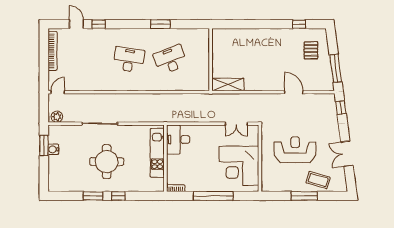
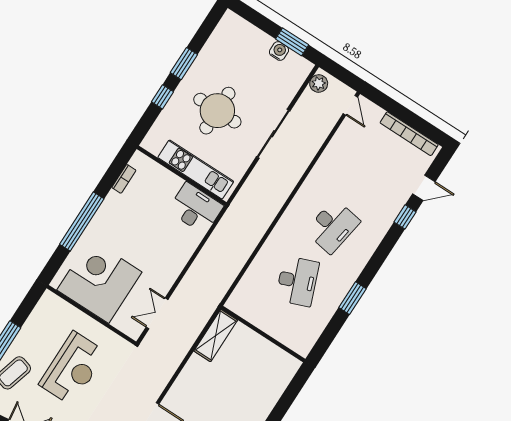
desk: (178, 140) -> (195, 208), moved
kitchen unit: (157, 153) -> (196, 169), moved
wall: (165, 158) -> (182, 176), moved

